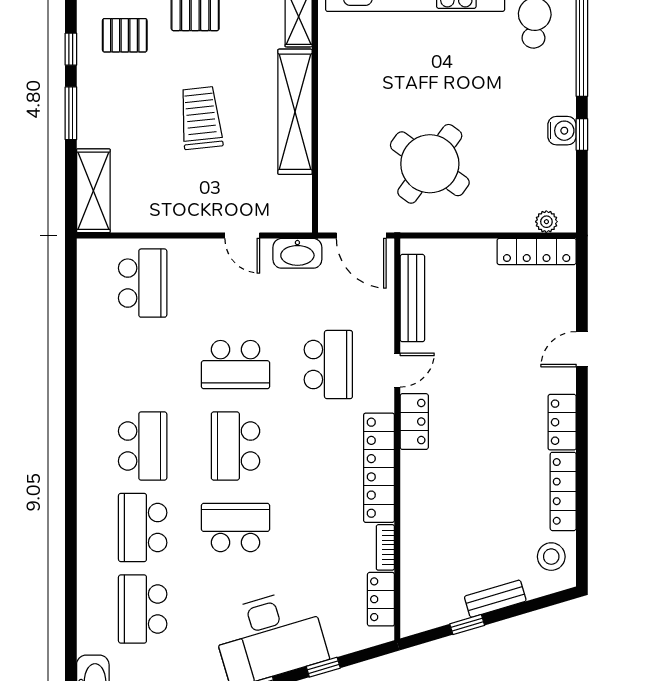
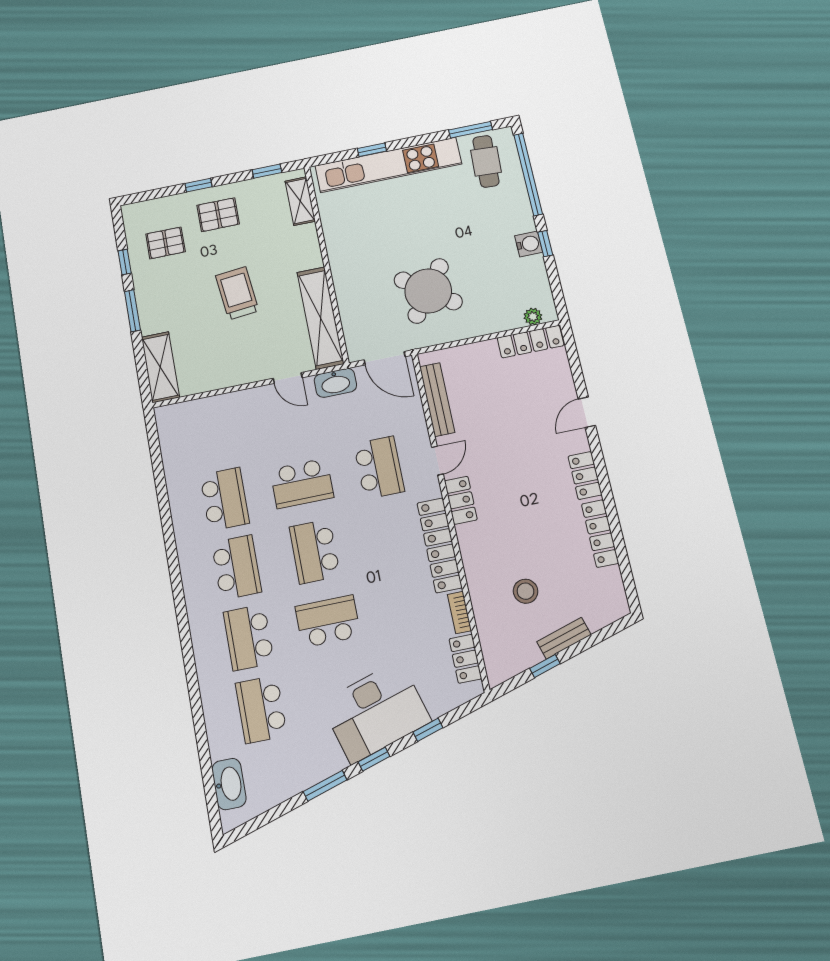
shelving: (295, 112) -> (320, 318), moved
school desk: (143, 283) -> (225, 499), moved
stool: (551, 557) -> (526, 591), moved

